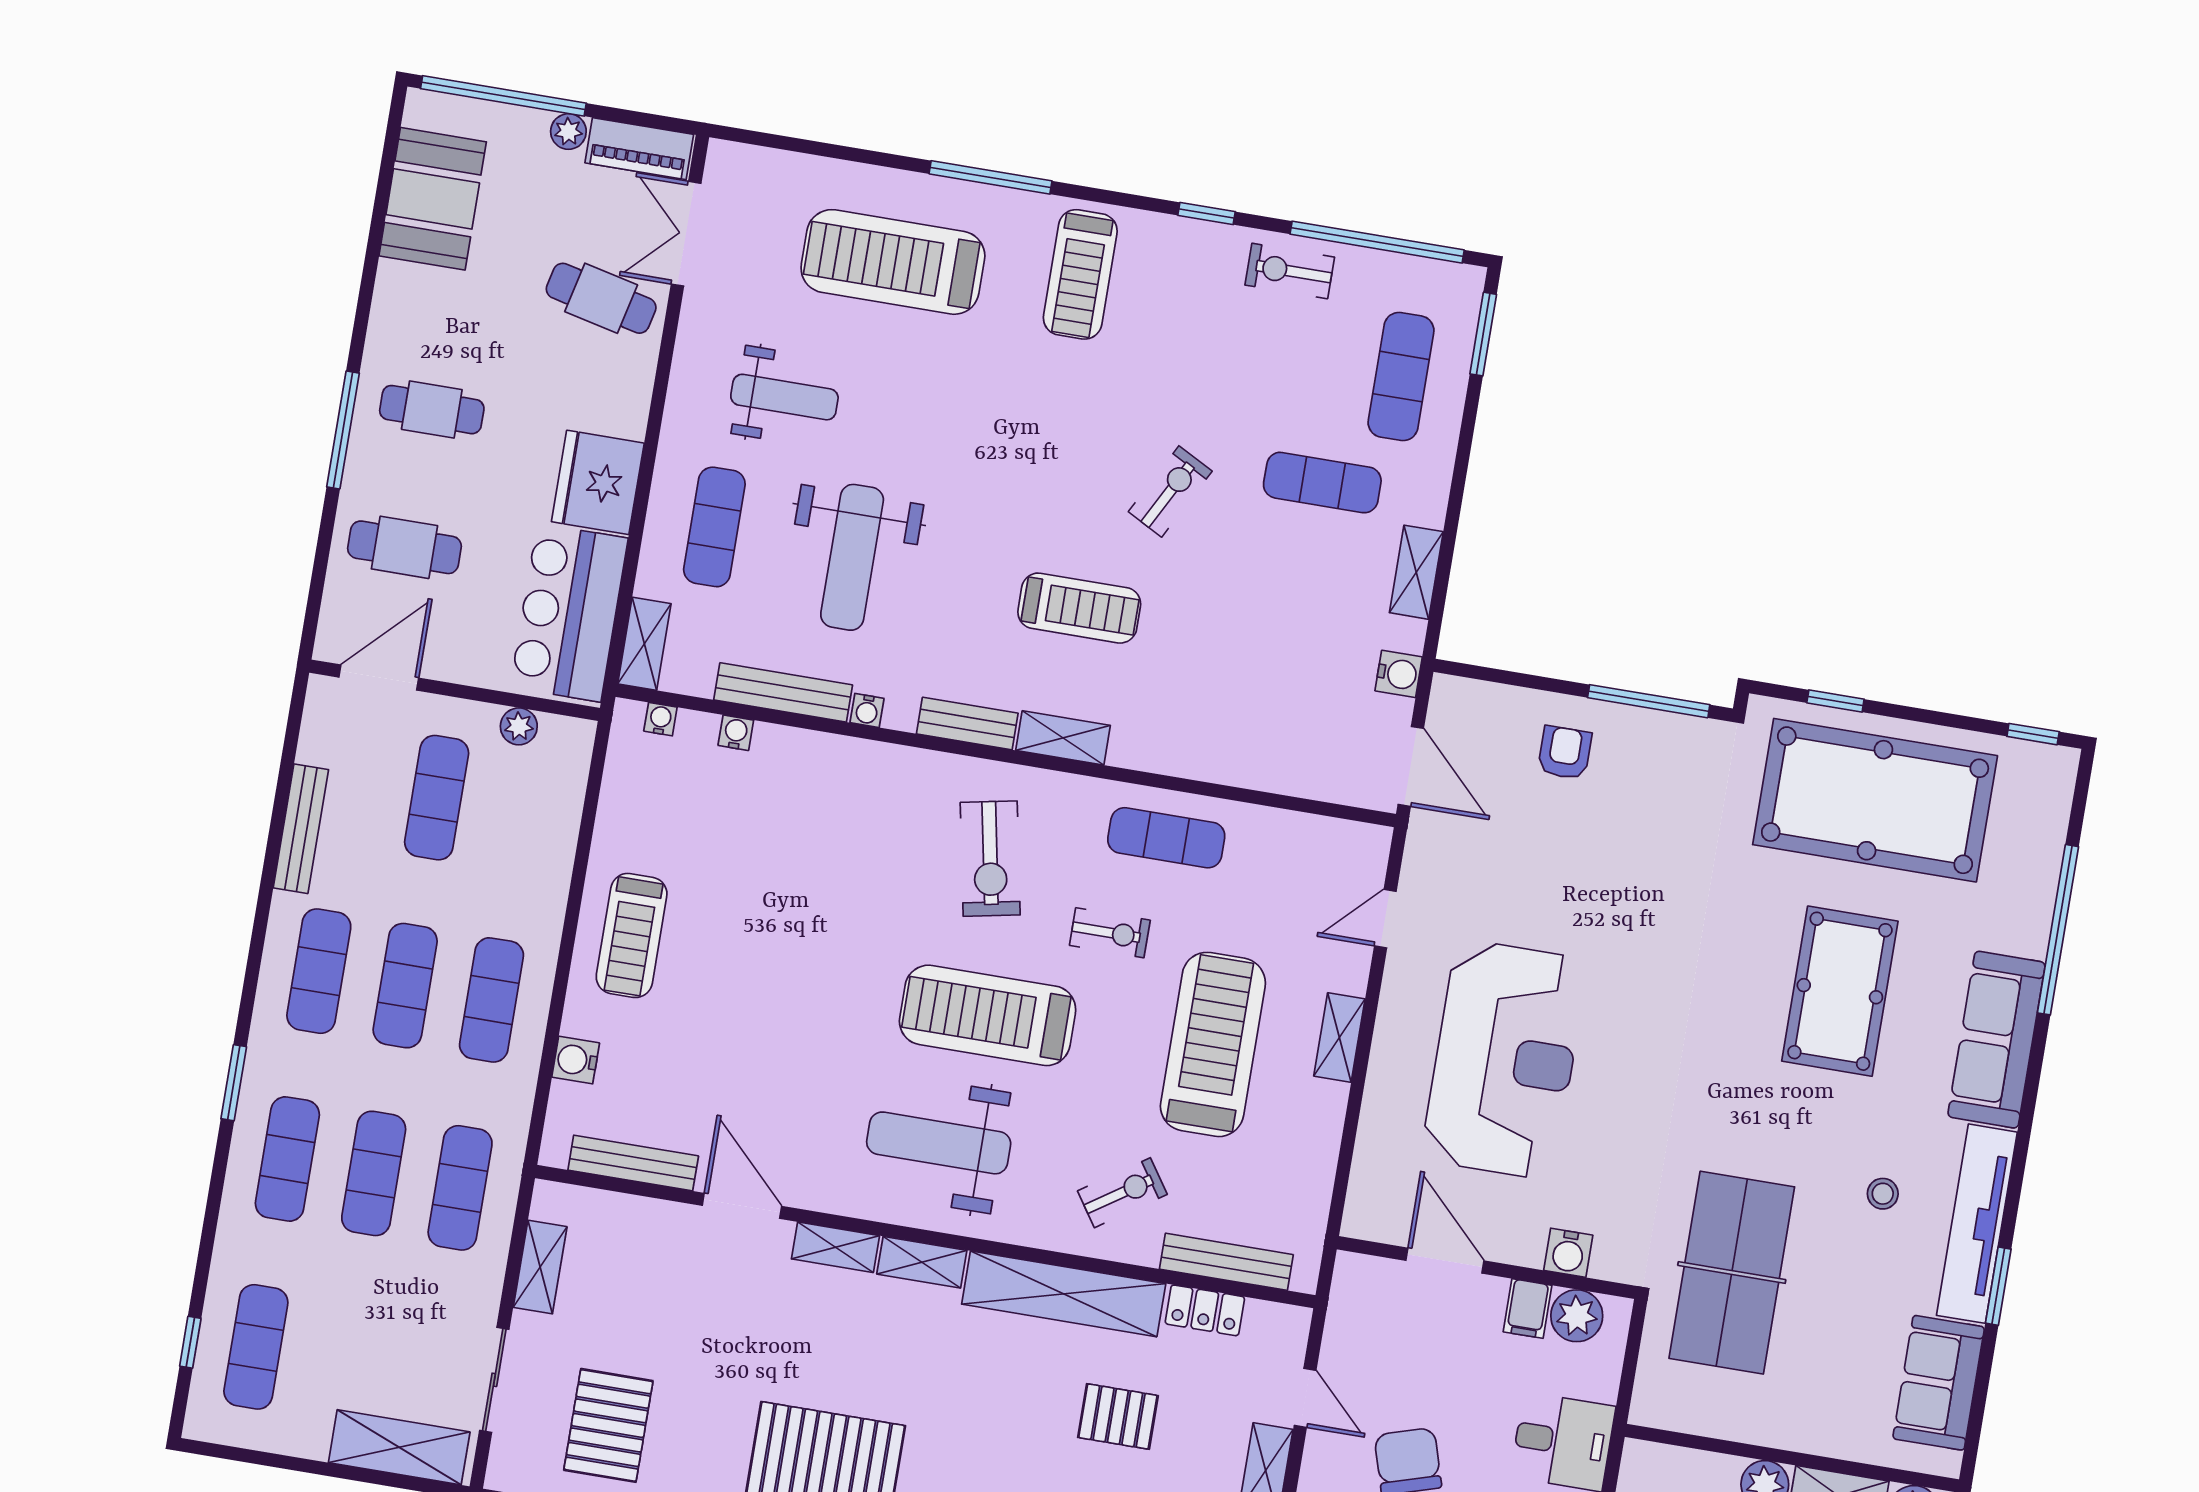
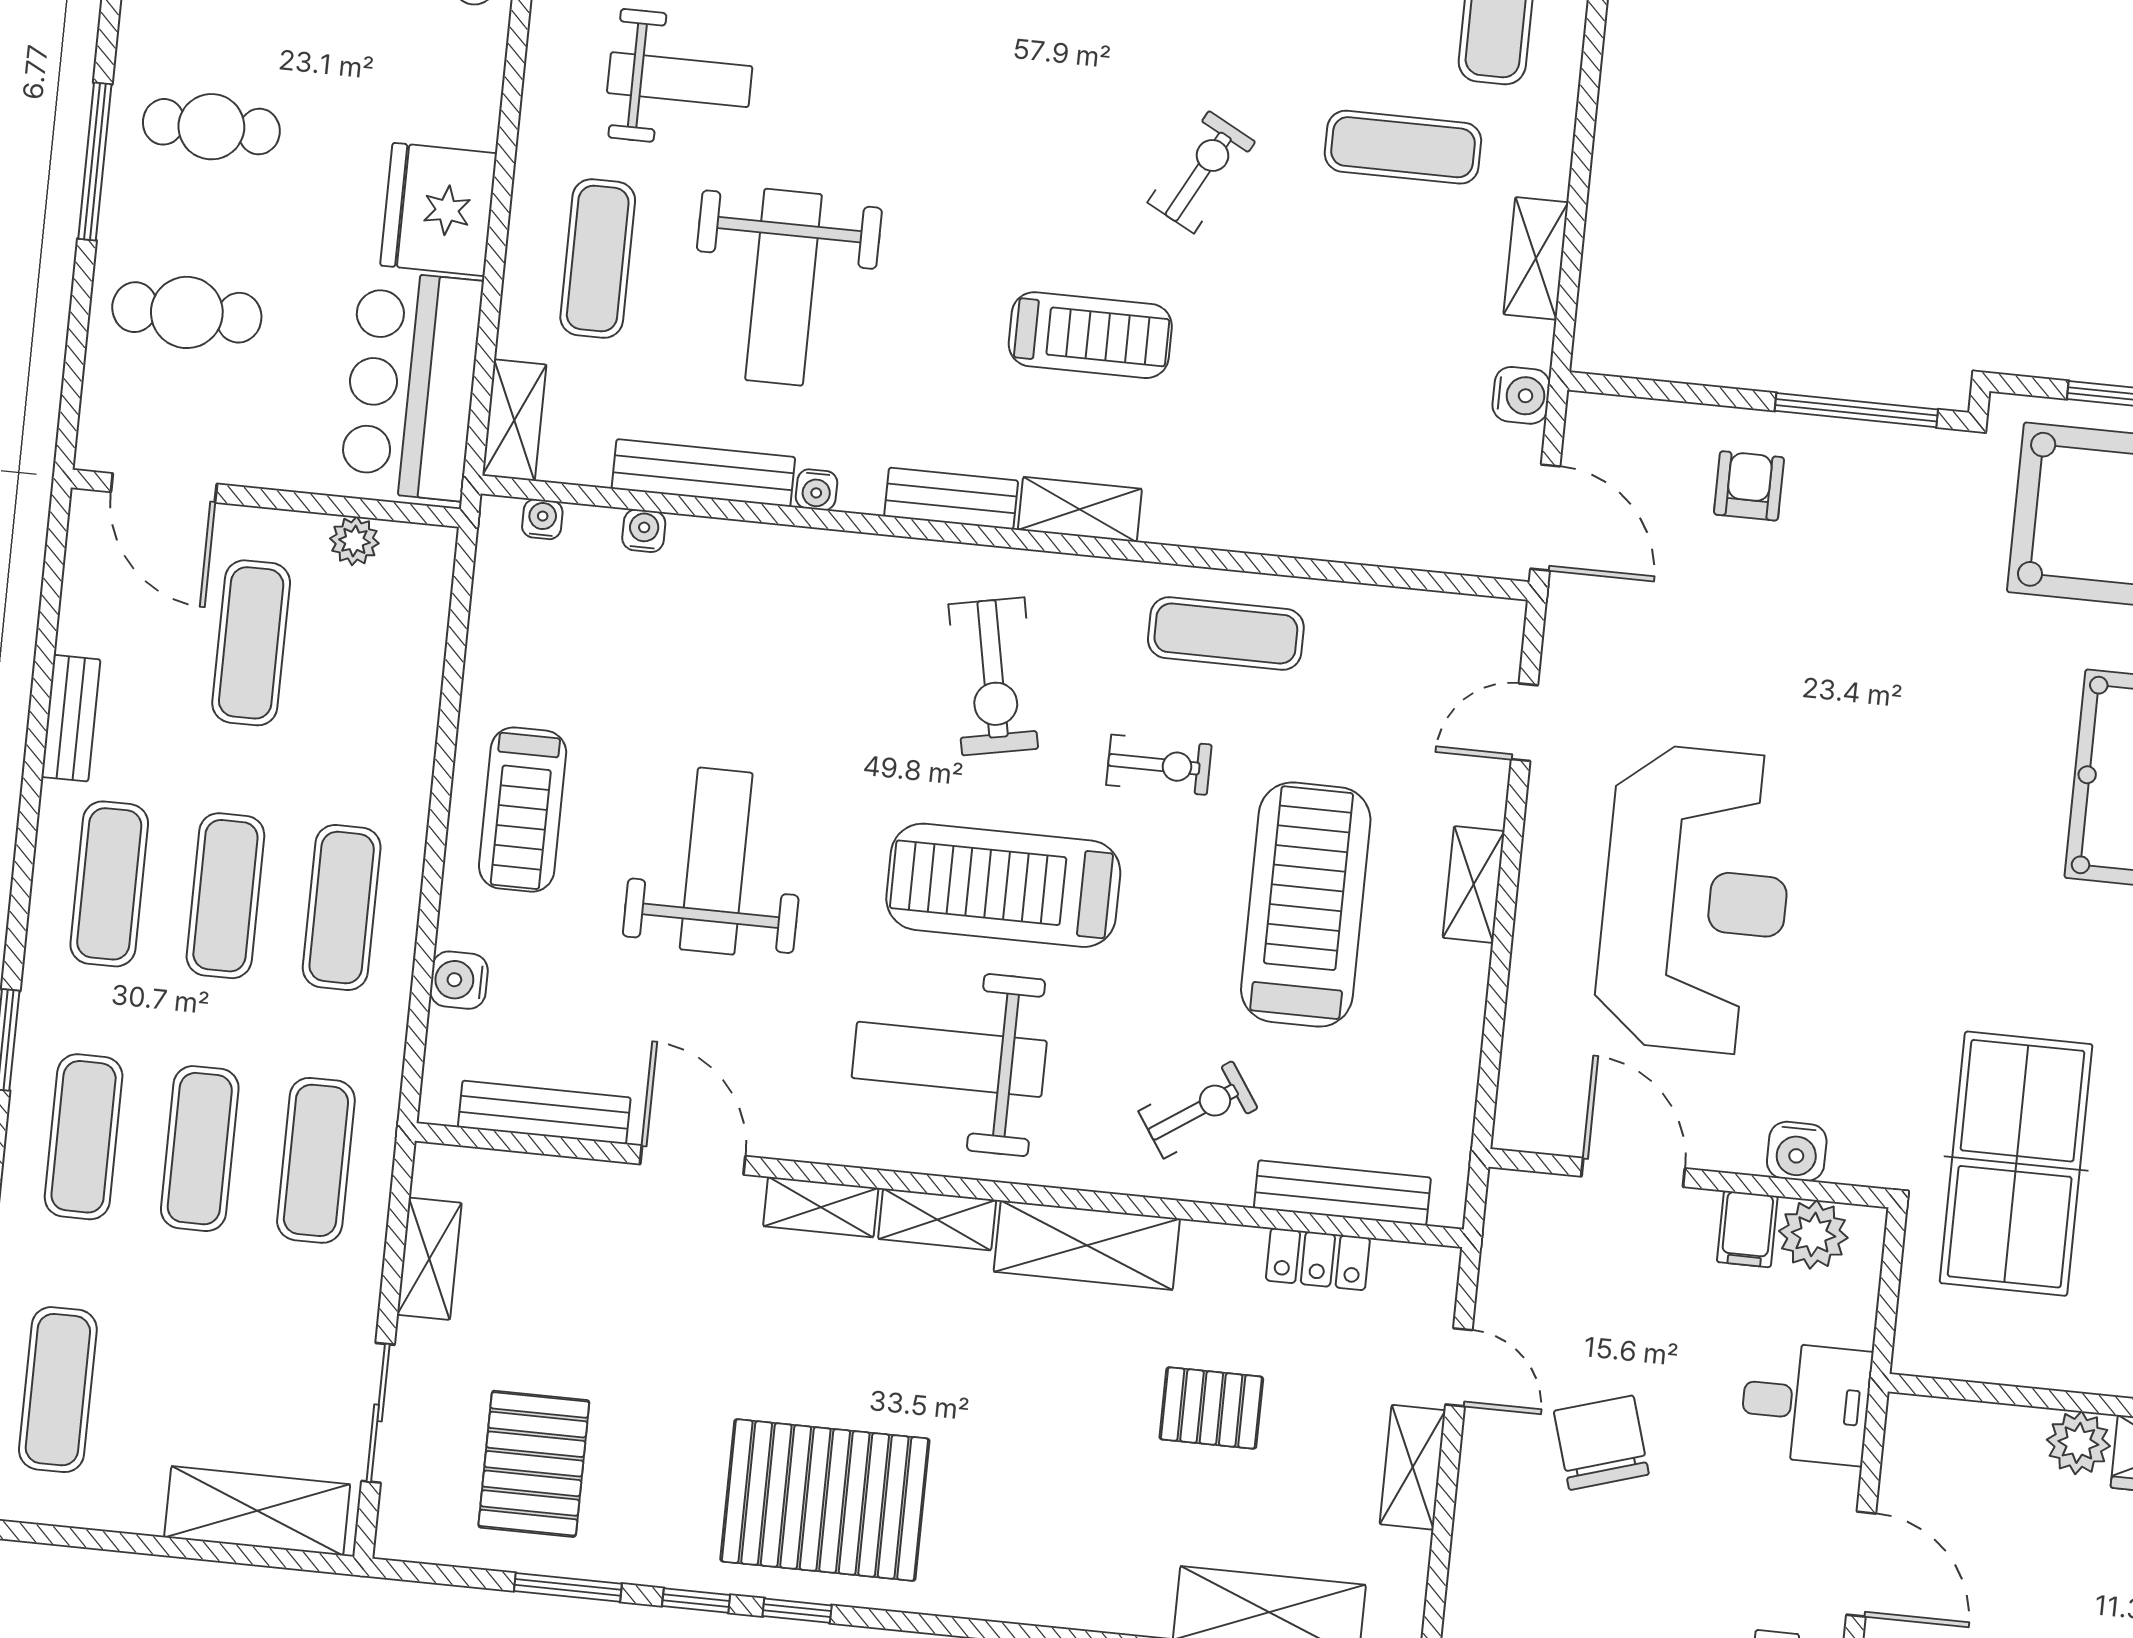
door: (379, 678) -> (164, 488), swing flipped
bench: (301, 829) -> (71, 718), width x0.73
weight bench: (774, 983) -> (716, 861), added
shelving: (1064, 1294) -> (1087, 1245), width x0.68

